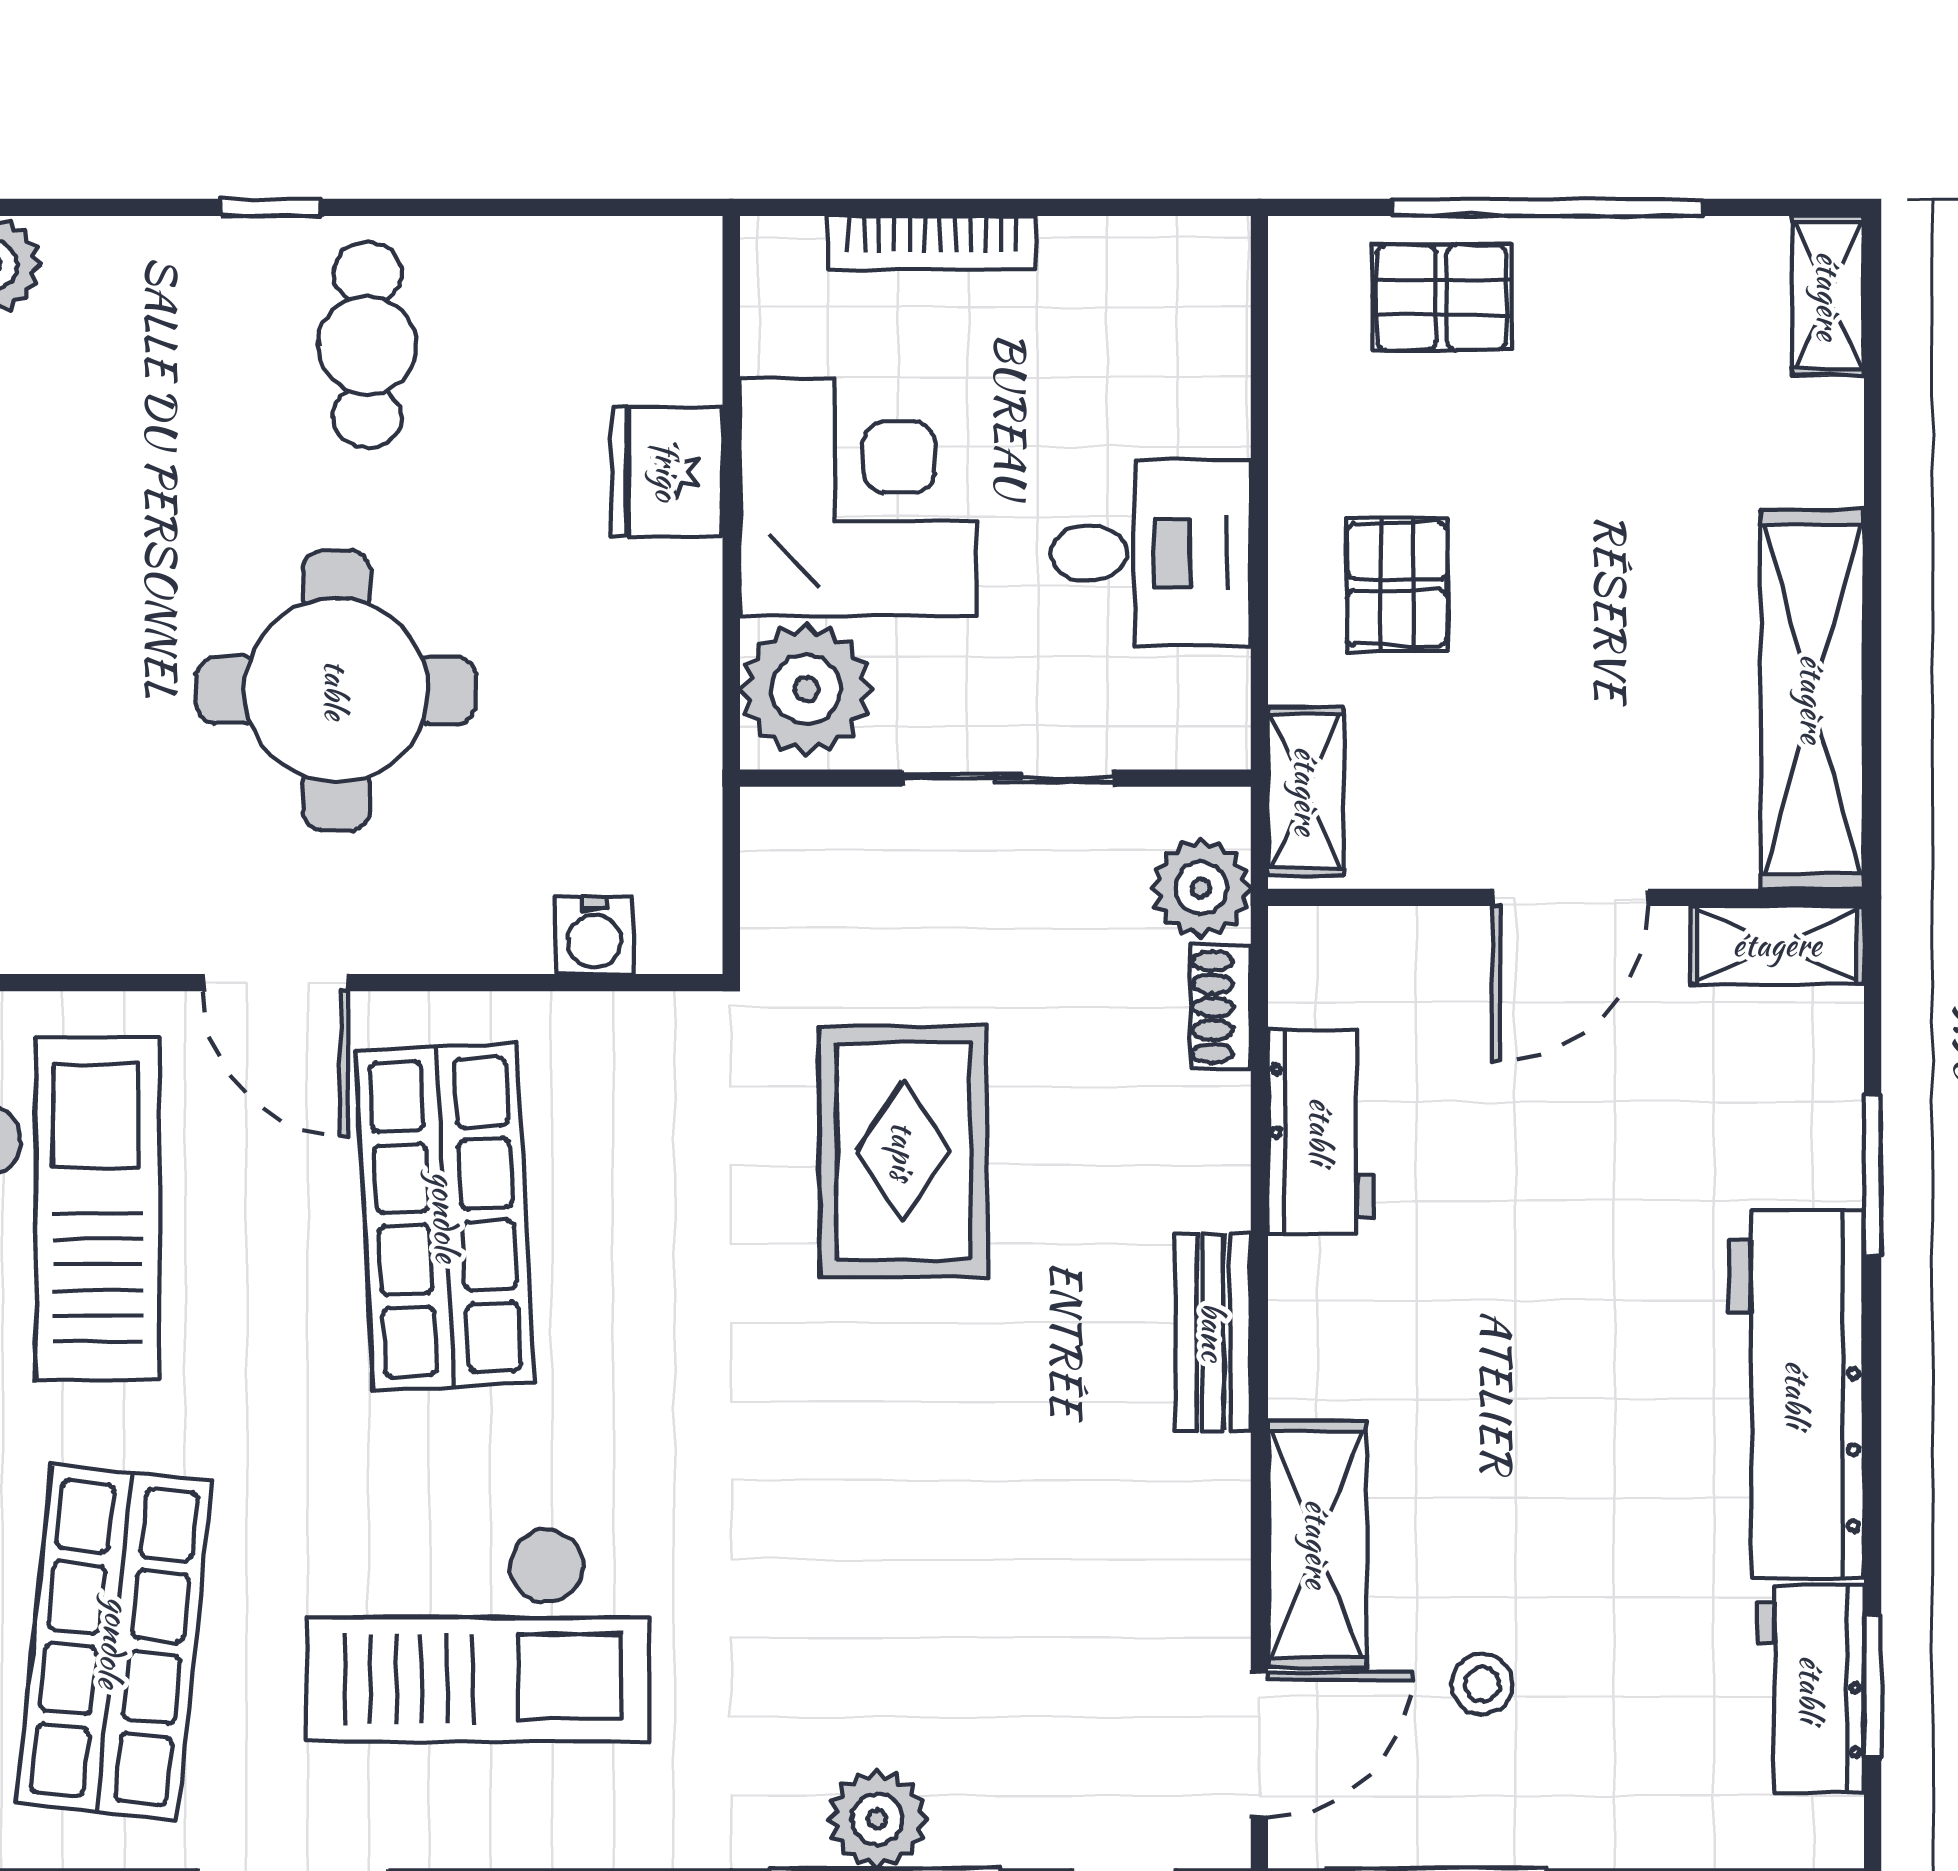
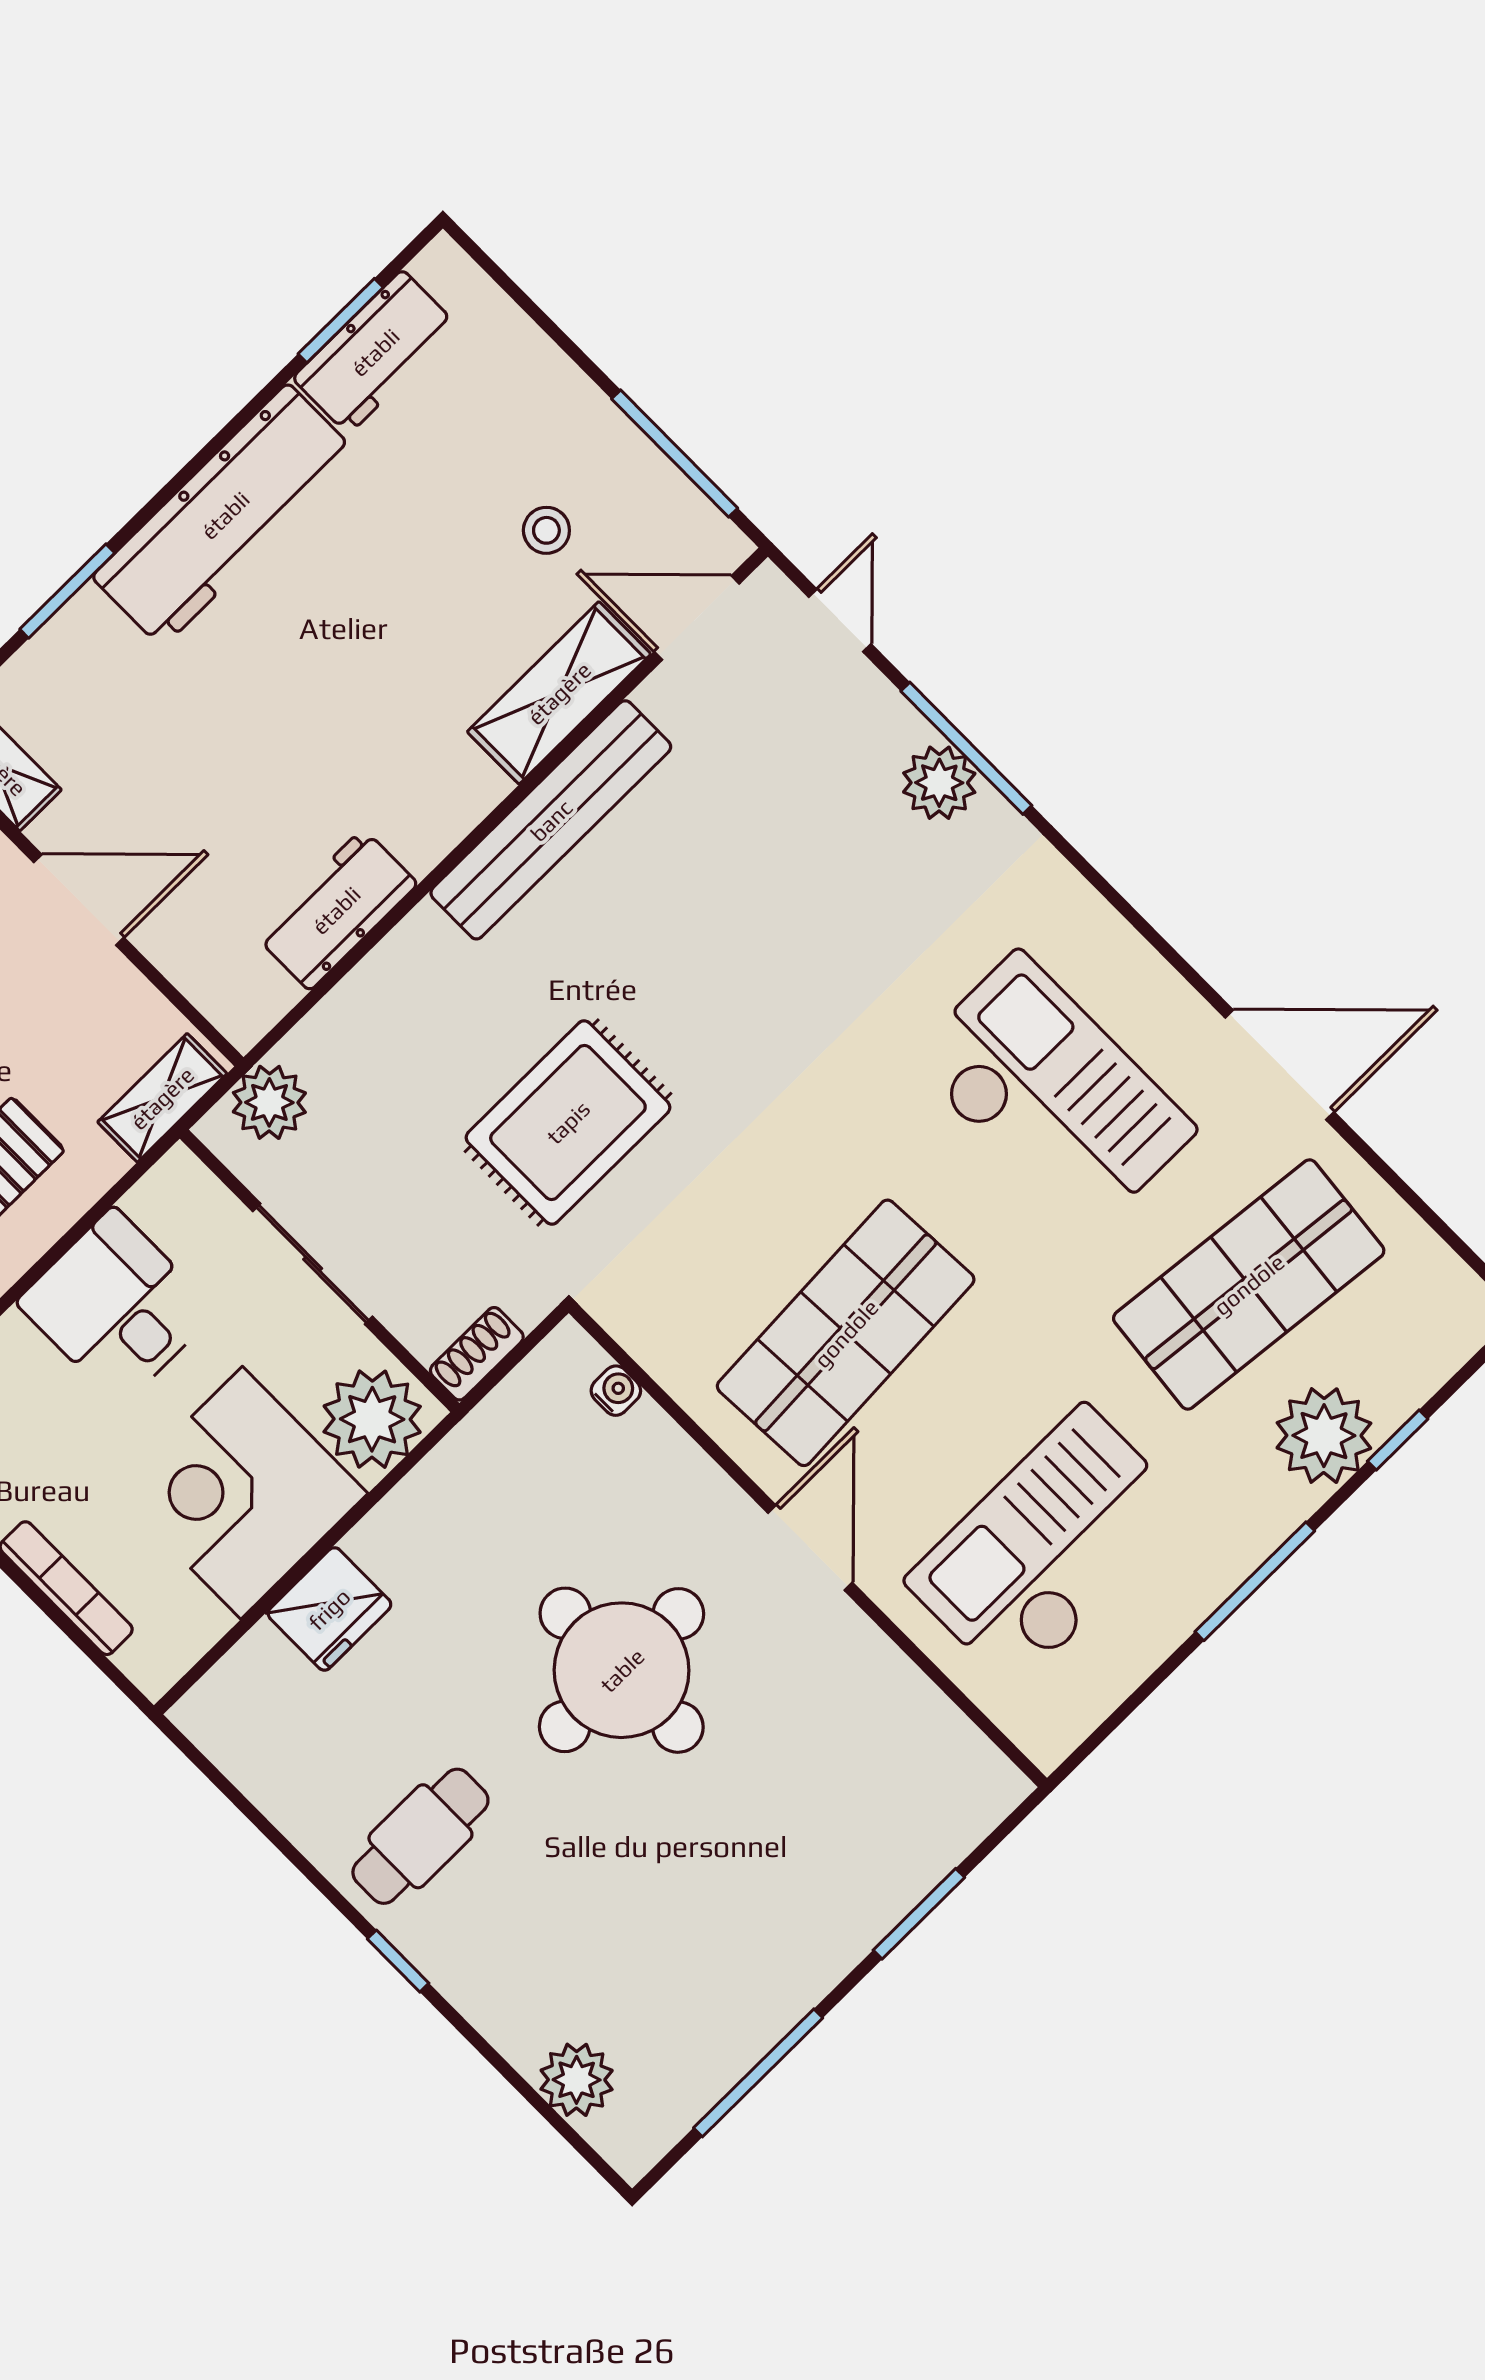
water cooler: (595, 935) -> (616, 1391), width x0.72, depth x0.72
shoe rack: (1220, 1007) -> (477, 1354), moved, turned 180
bench: (1213, 1332) -> (551, 820), width x1.86, depth x1.21

